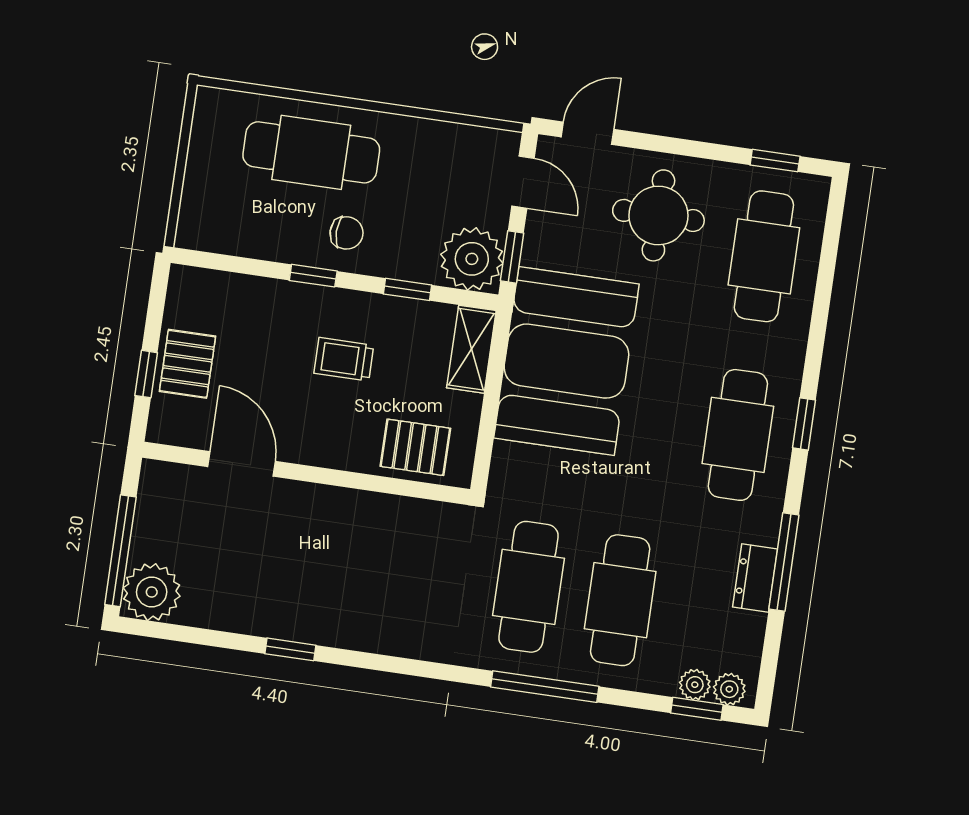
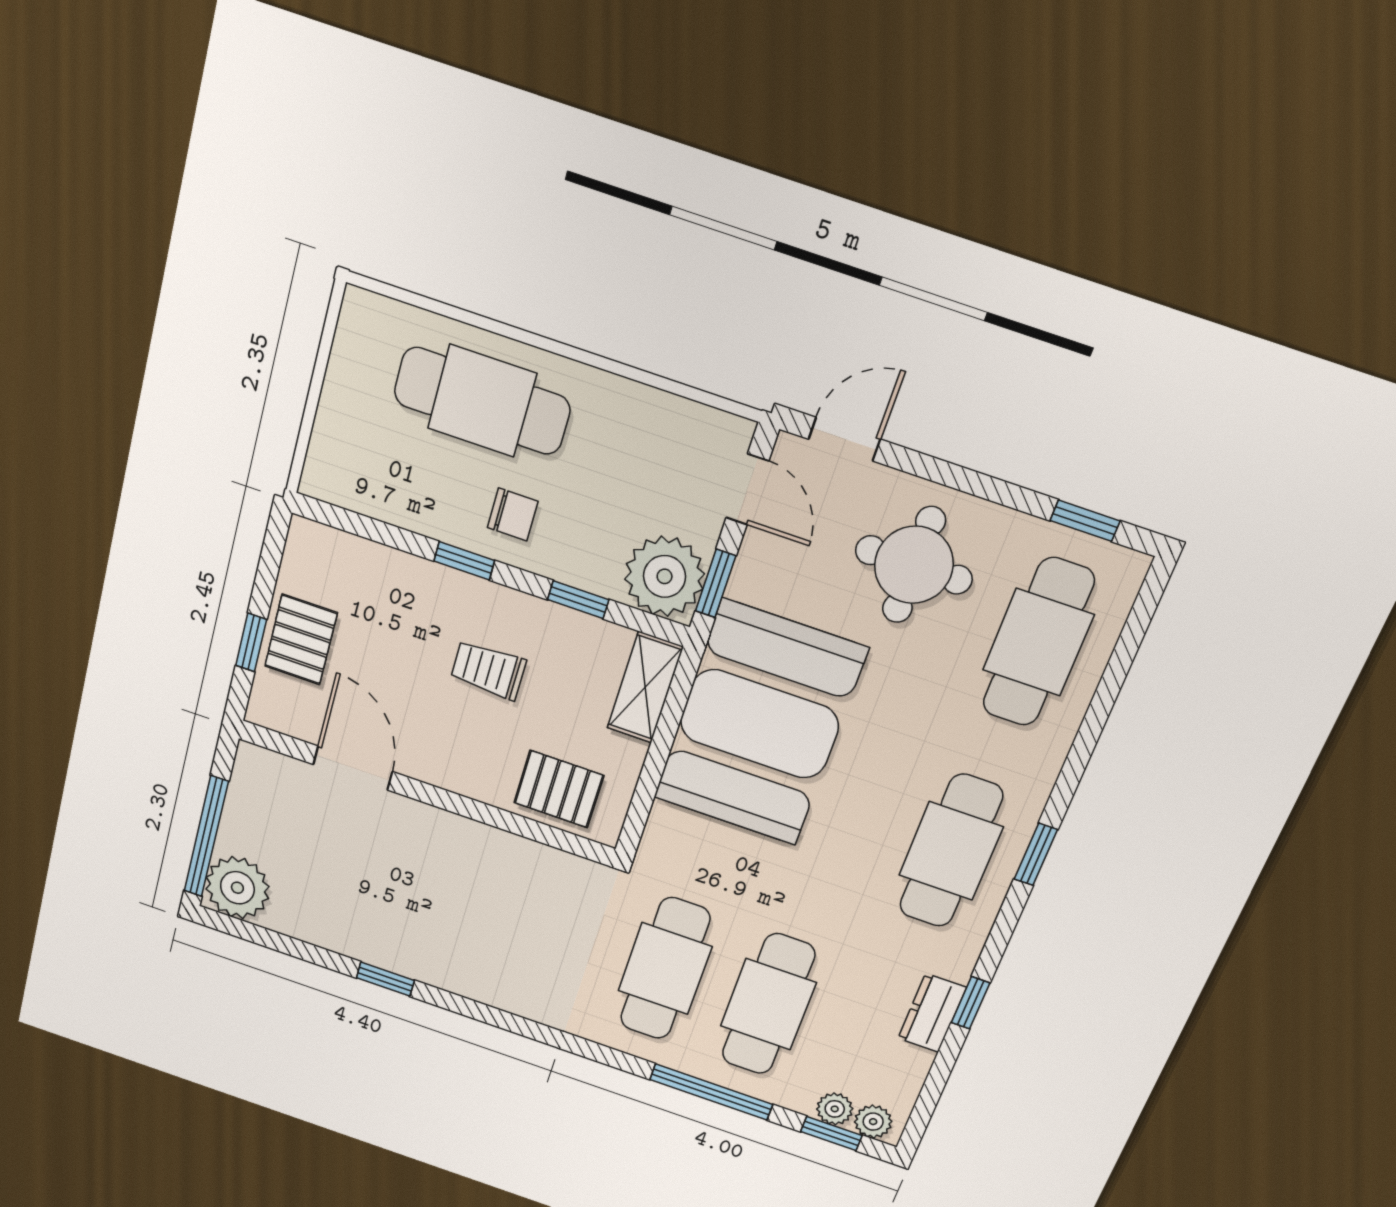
window: (784, 562) -> (970, 1003), width x0.46
window: (545, 687) -> (711, 1092), moved

